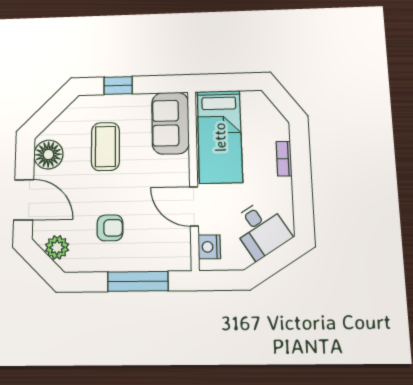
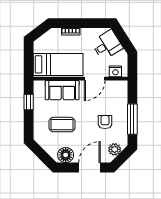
window: (118, 85) -> (29, 102), moved
sofa: (170, 123) -> (62, 90), moved
window: (138, 281) -> (132, 119), moved

